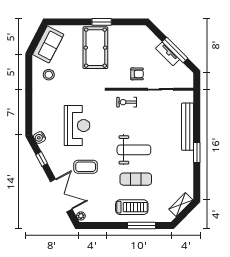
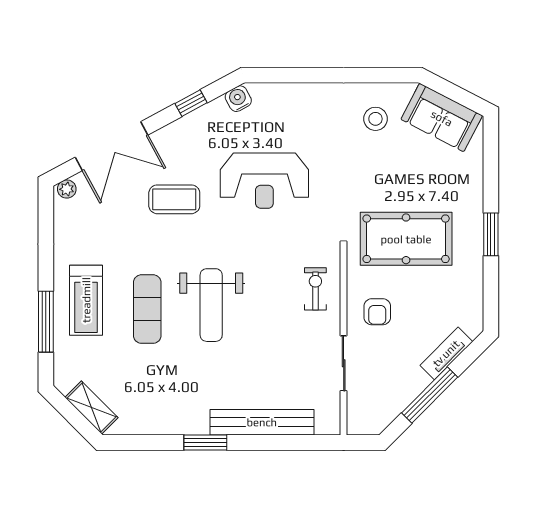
pool table: (95, 48) -> (406, 239), moved
tv unit: (168, 54) -> (446, 353), moved
coffee table: (86, 167) -> (174, 199), turned 90

